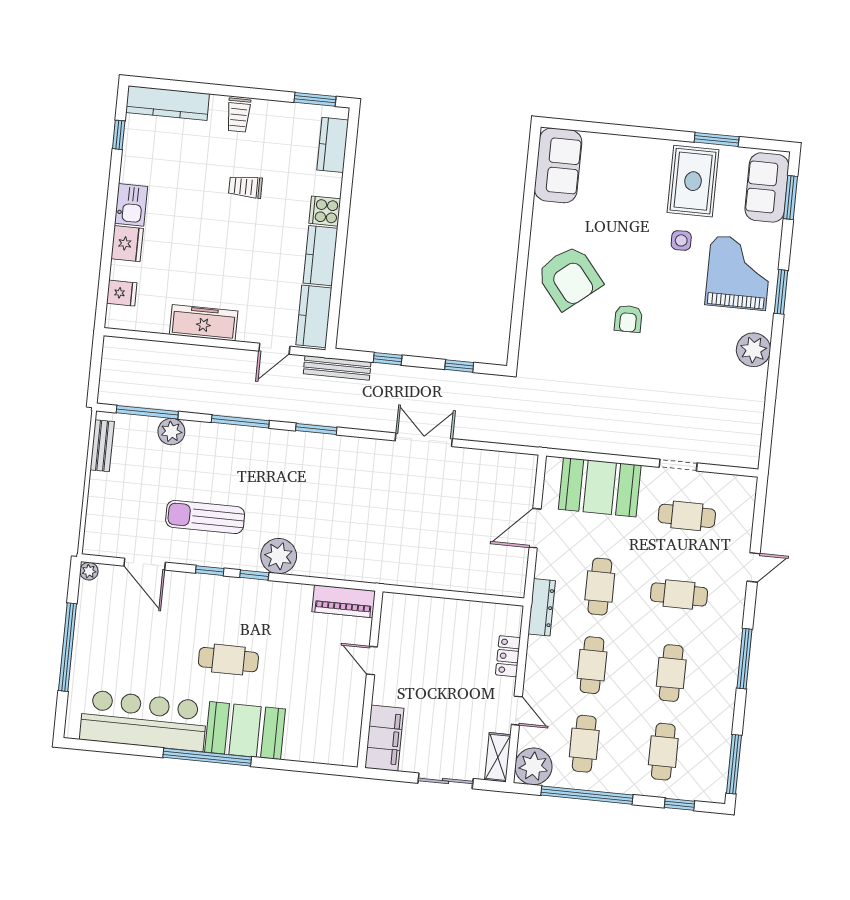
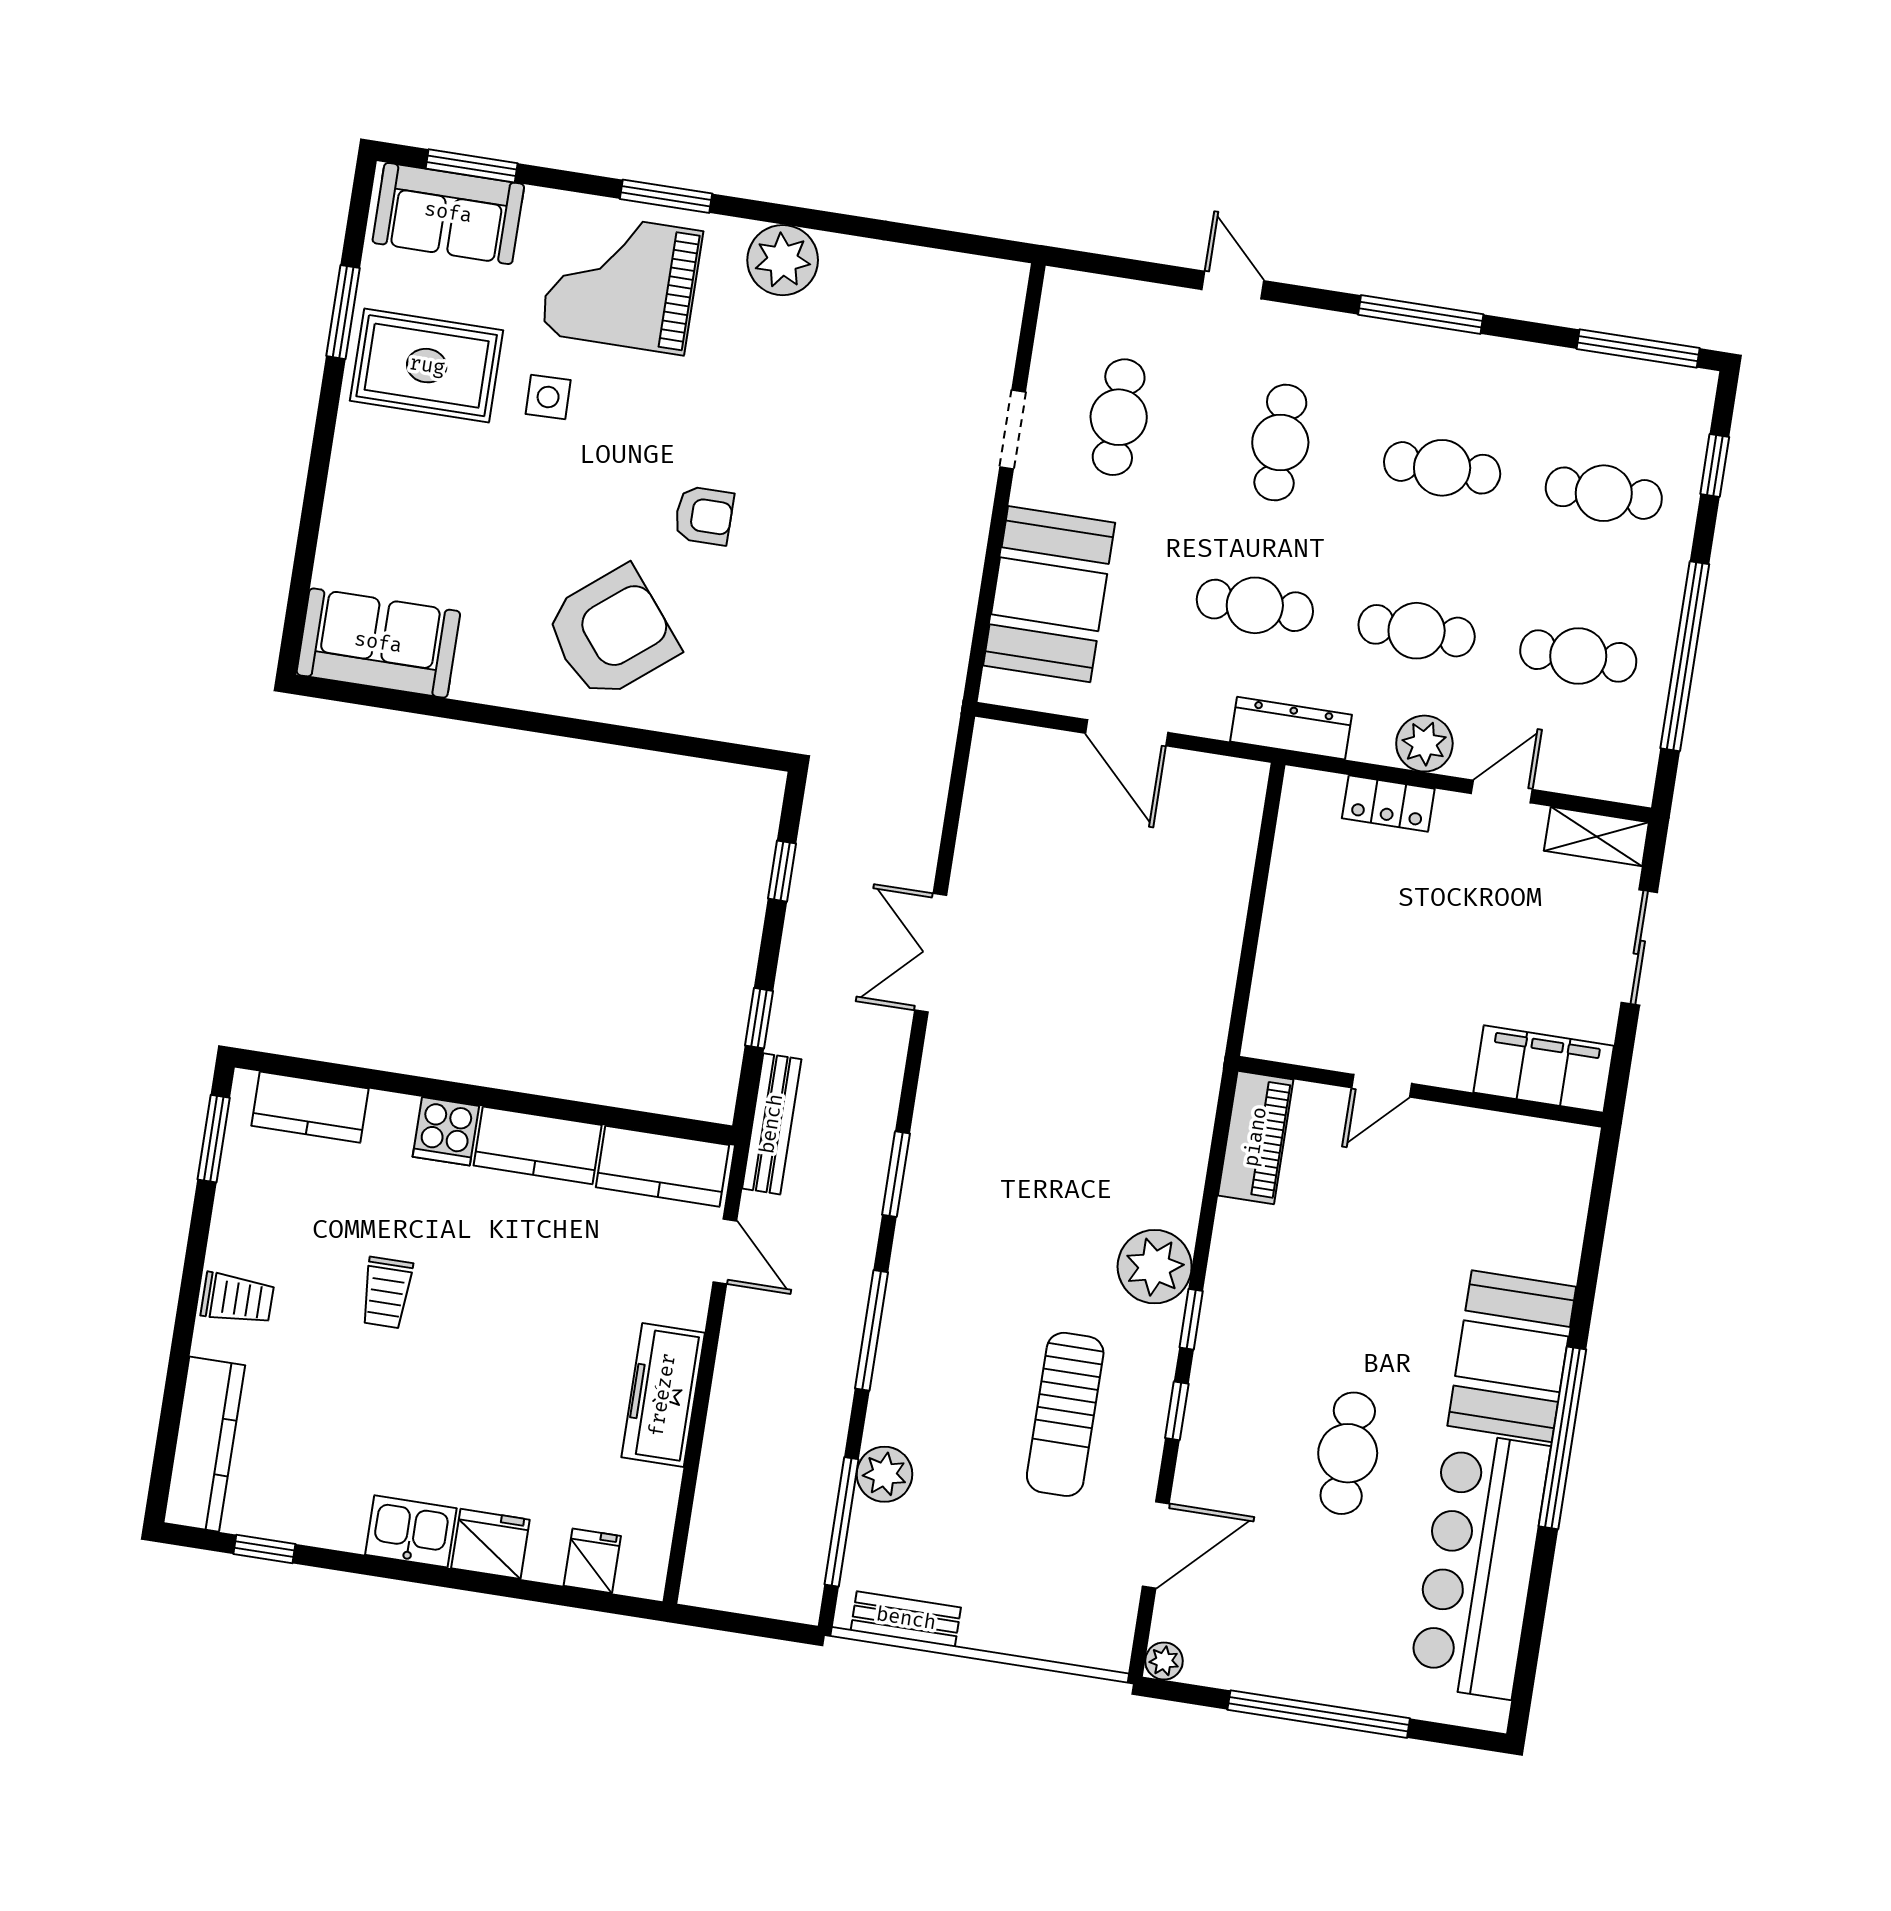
cafe table: (228, 660) -> (1348, 1453), moved
plant: (533, 766) -> (1424, 744), moved, width x0.73, depth x0.73

